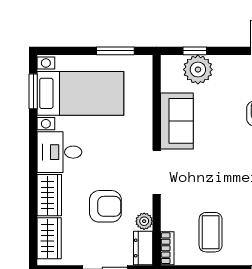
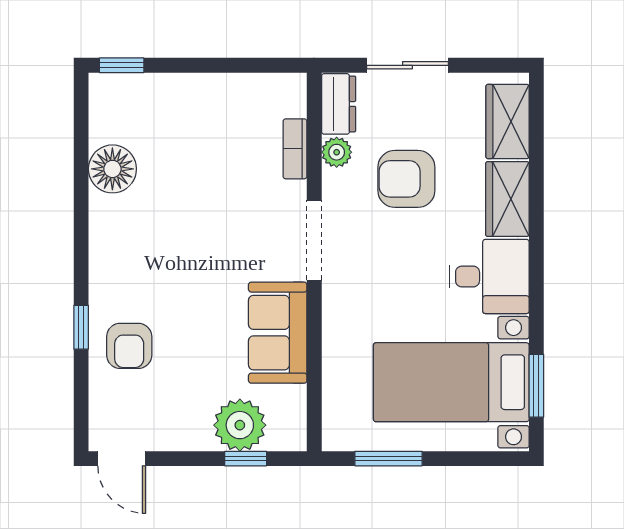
coffee table: (211, 232) -> (217, 132), removed
bookcase: (167, 248) -> (295, 149), moved

